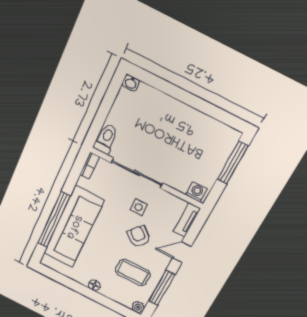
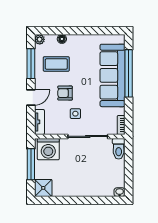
shower: (226, 138) -> (43, 188), added
window: (233, 163) -> (31, 164), moved
washing machine: (197, 192) -> (48, 149), width x1.89, depth x1.89
armchair: (139, 236) -> (65, 93), turned 139
floor lamp: (94, 285) -> (62, 39), moved

